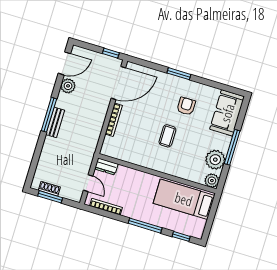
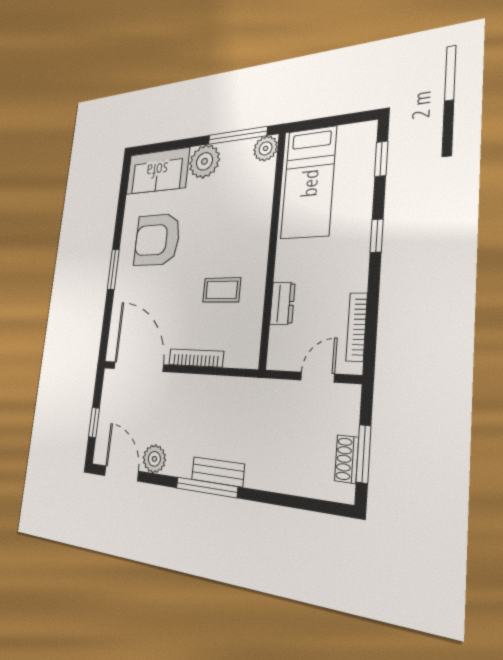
window: (111, 53) -> (94, 422), moved
armchair: (186, 106) -> (157, 240), width x1.88, depth x1.88
coffee table: (167, 136) -> (222, 290), moved
window: (232, 147) -> (237, 135), moved
plant: (215, 160) -> (204, 161), moved
dresser: (106, 166) -> (282, 303), moved
window: (145, 226) -> (377, 236), width x0.46

